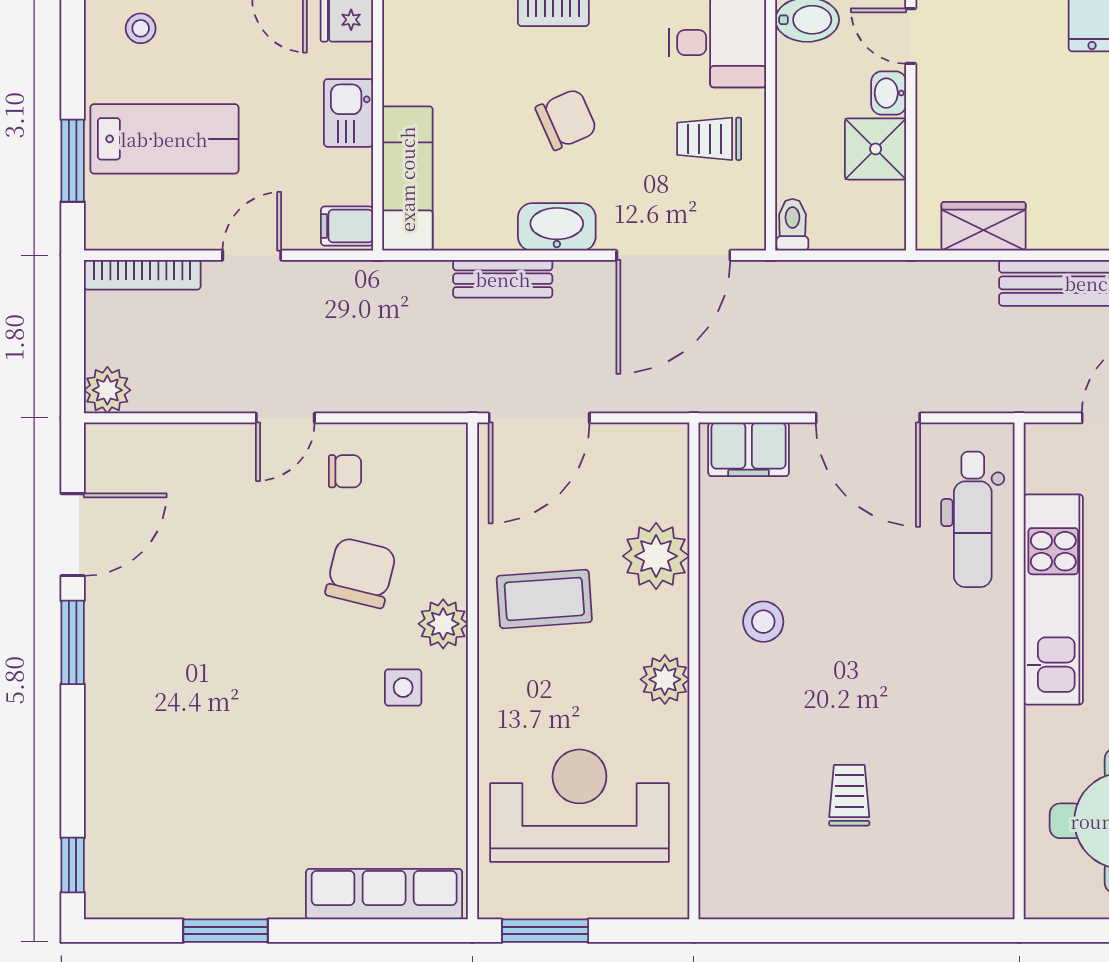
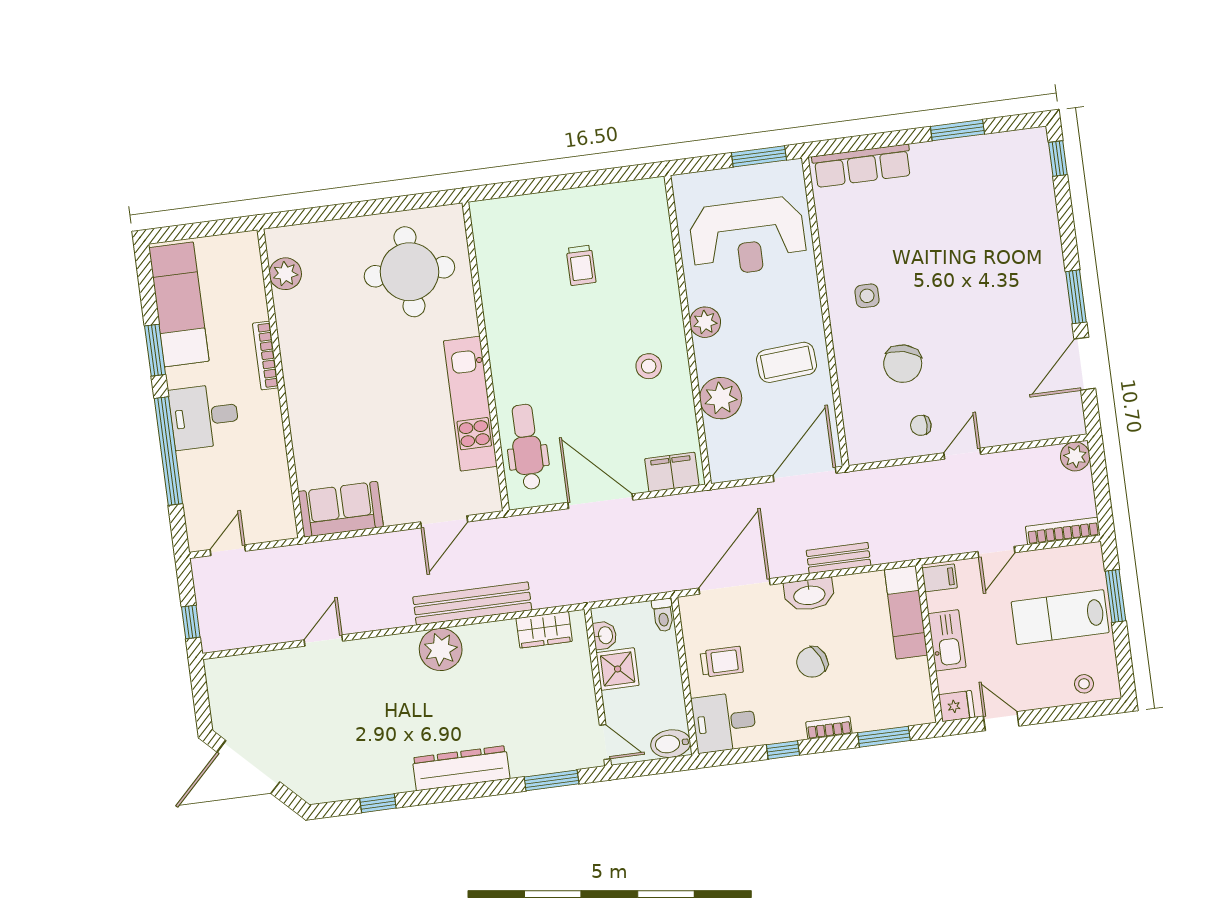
washbasin: (889, 93) -> (605, 635), moved
kitchen sink: (349, 113) -> (947, 640), width x1.38
plant: (443, 624) -> (847, 339), removed

